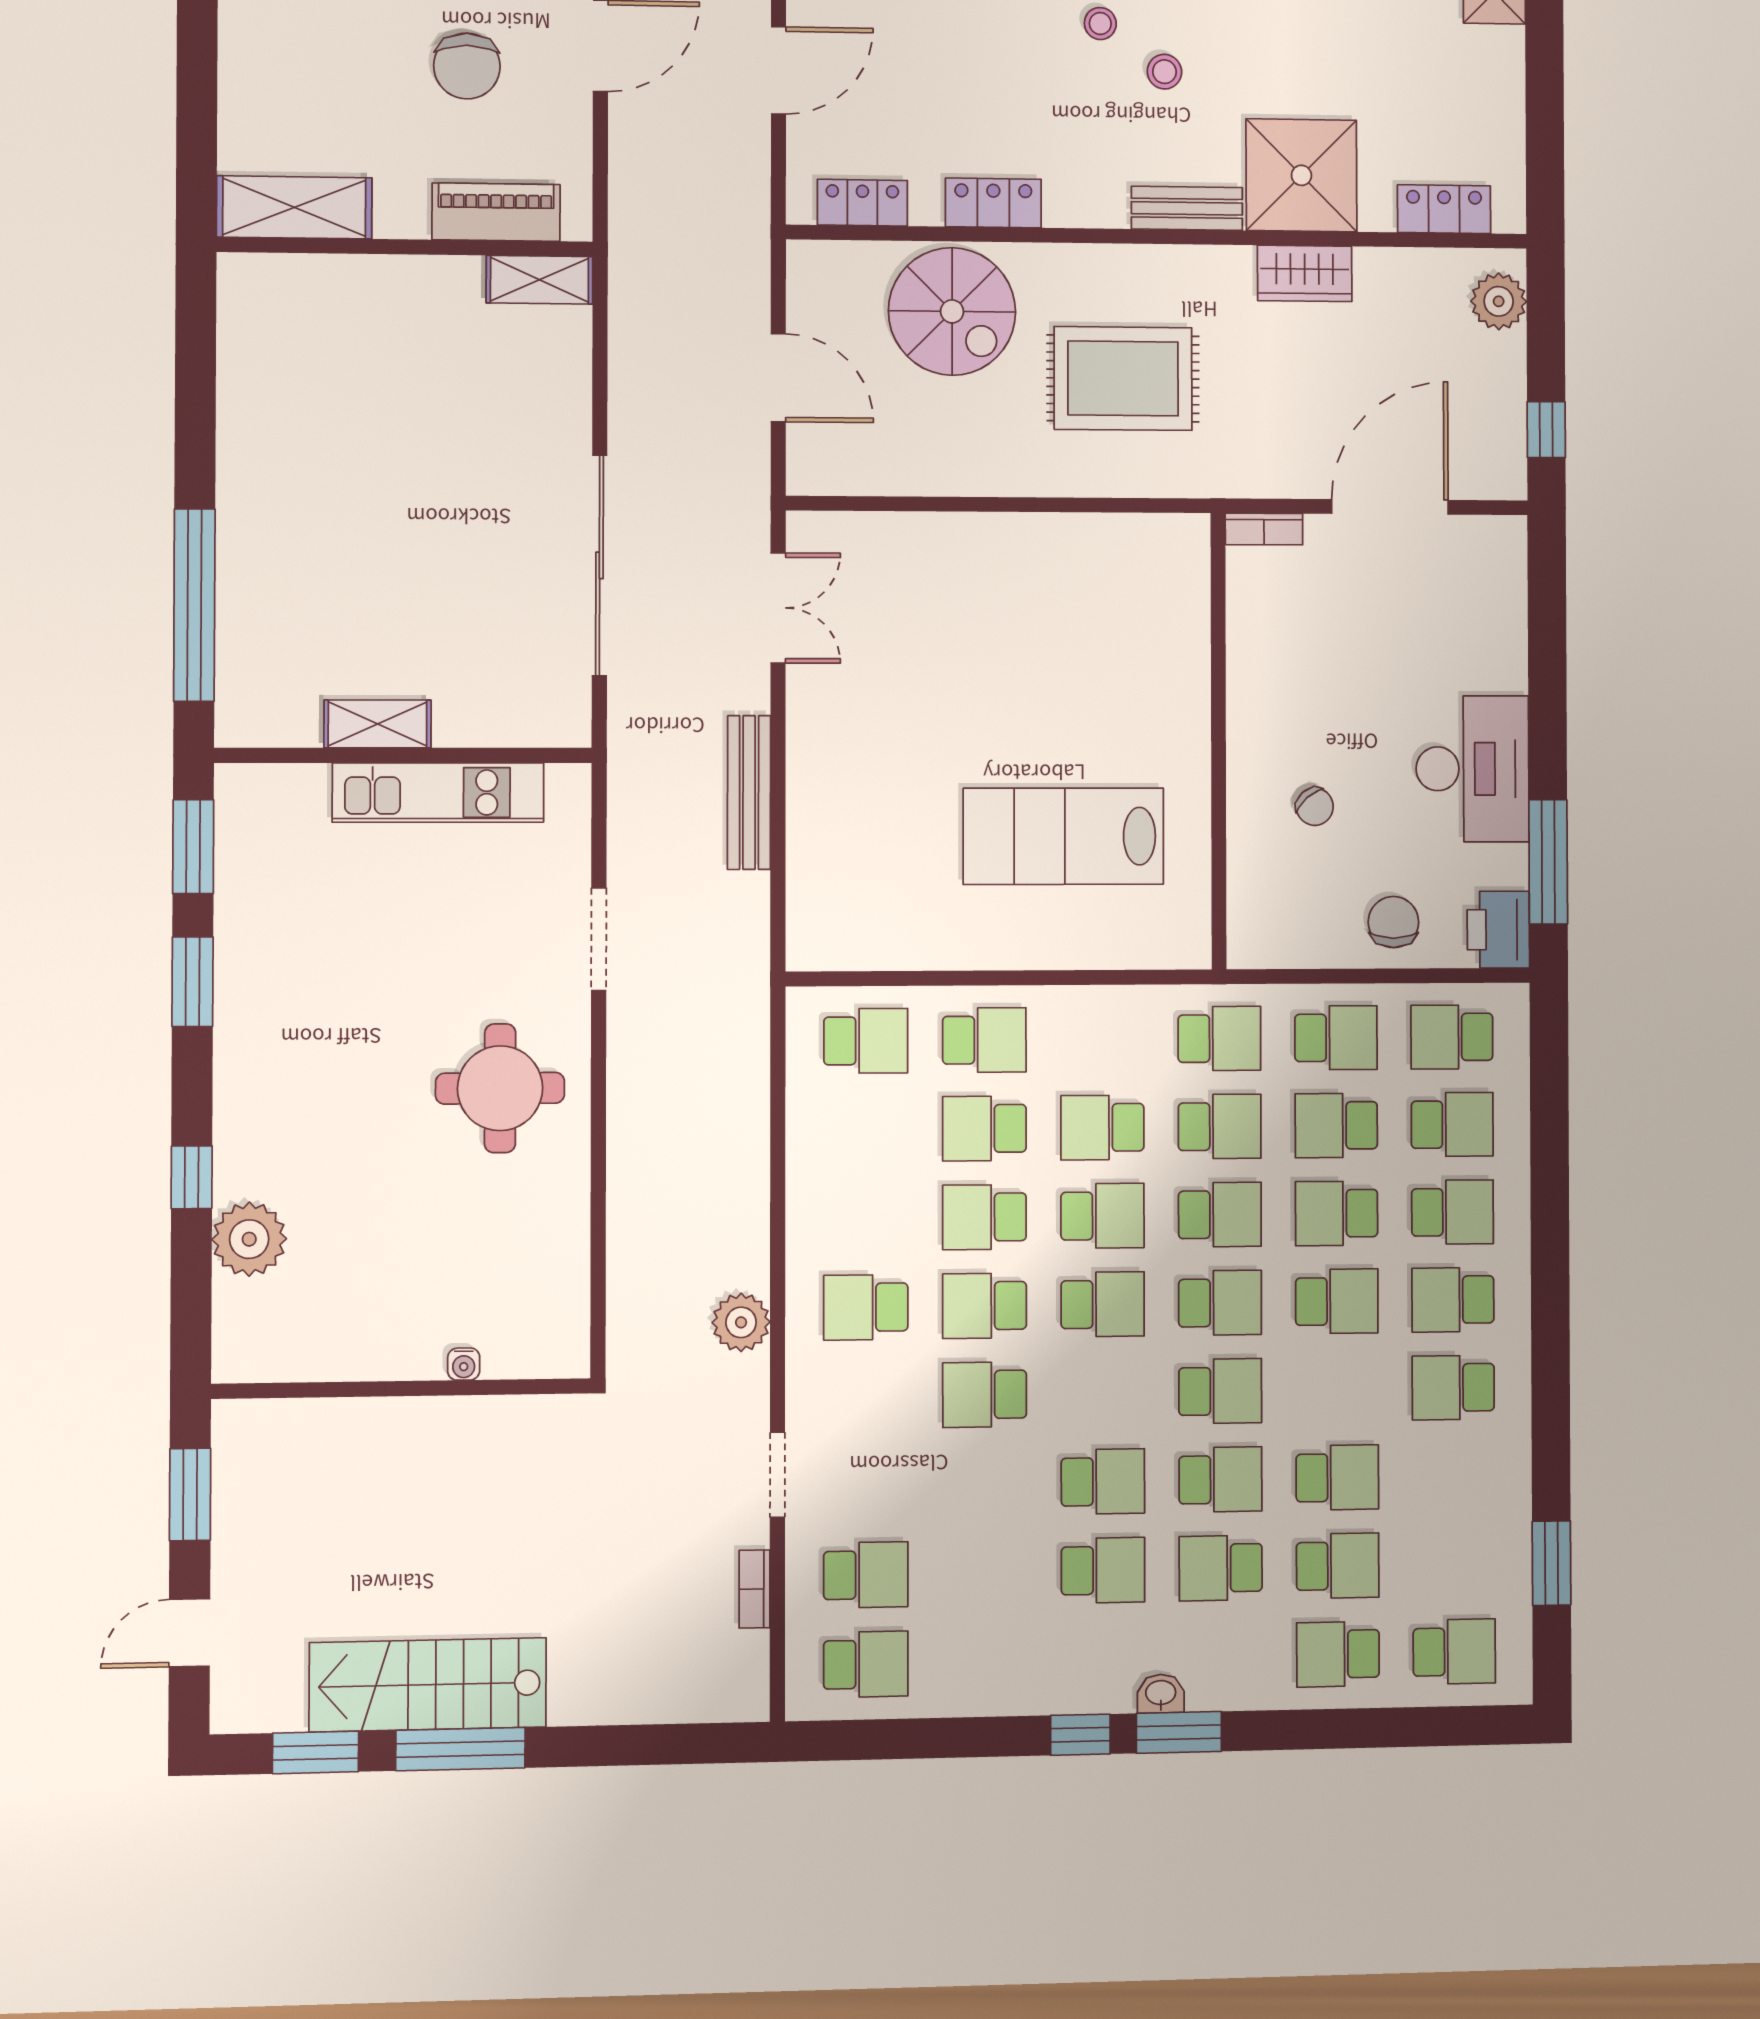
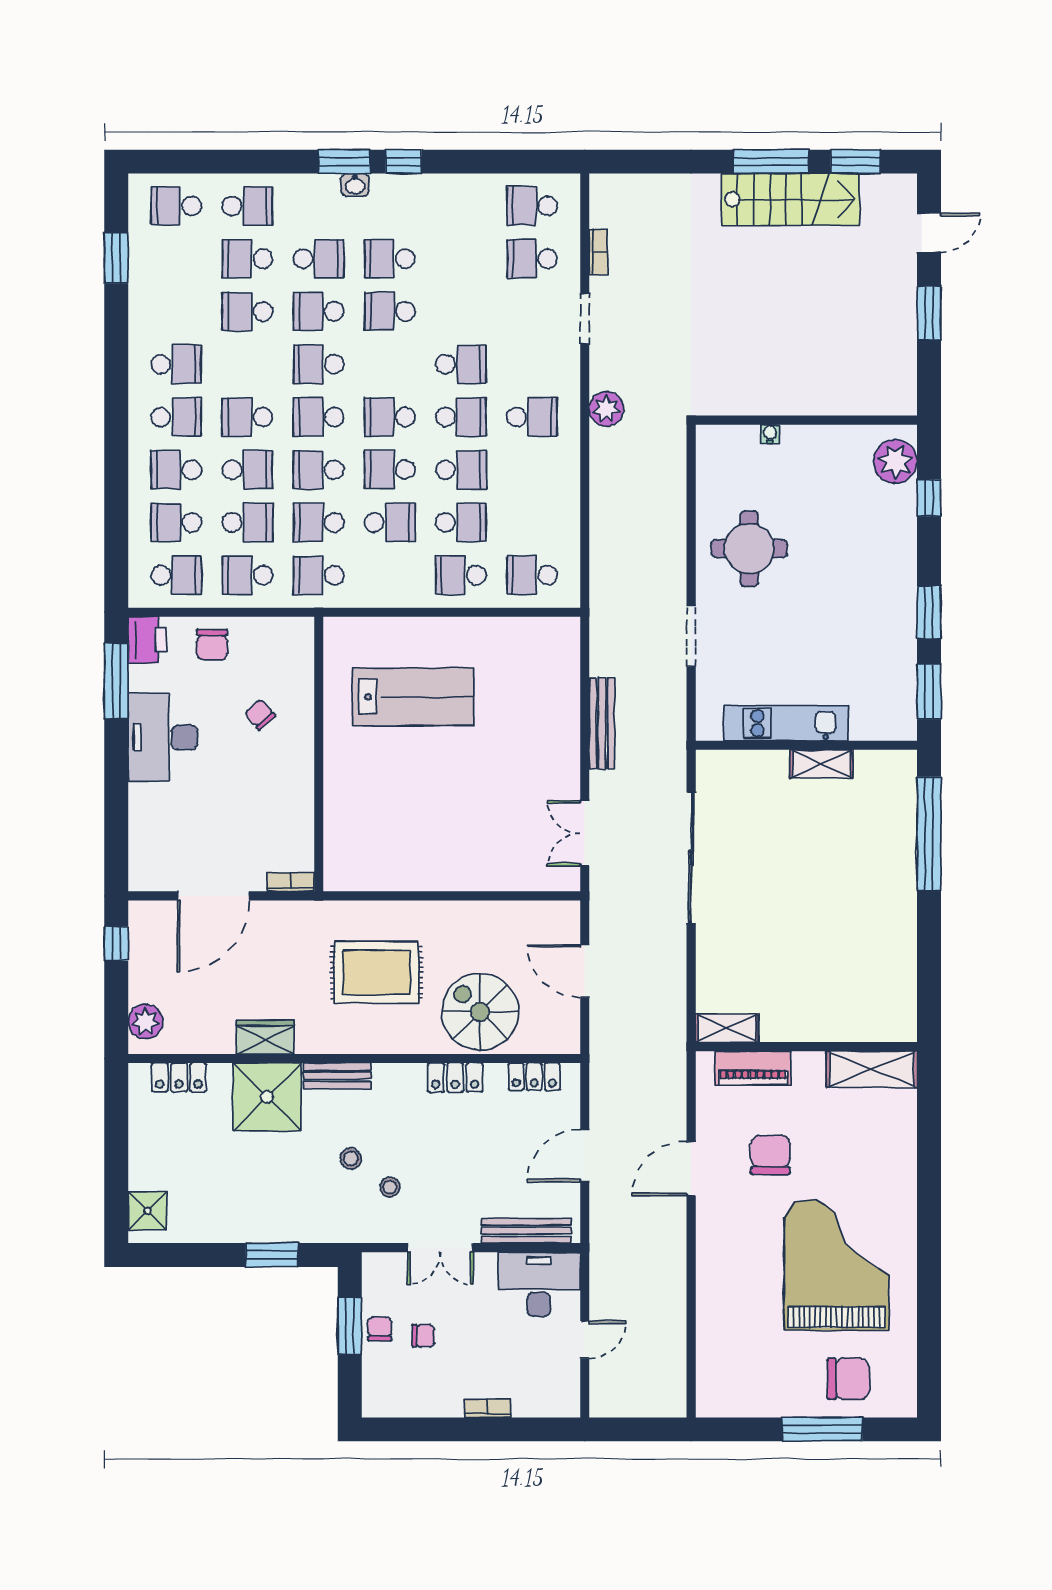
water cooler: (464, 1364) -> (770, 434), moved
wall: (402, 1389) -> (806, 420), moved

